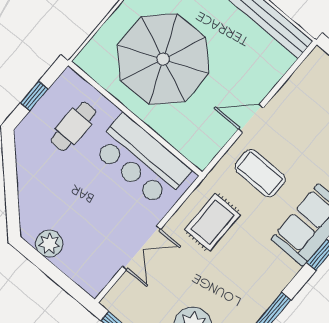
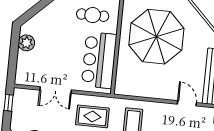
door: (251, 118) -> (187, 103), moved

